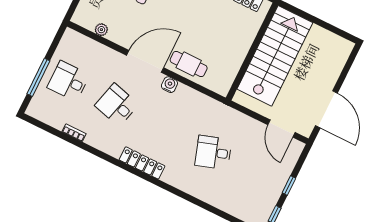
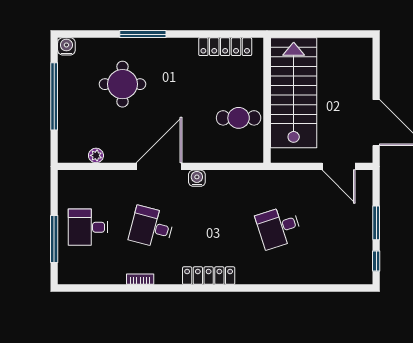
cafe table: (189, 64) -> (239, 118), moved
bookcase: (74, 133) -> (140, 279), moved
window: (289, 186) -> (376, 223), width x1.50

